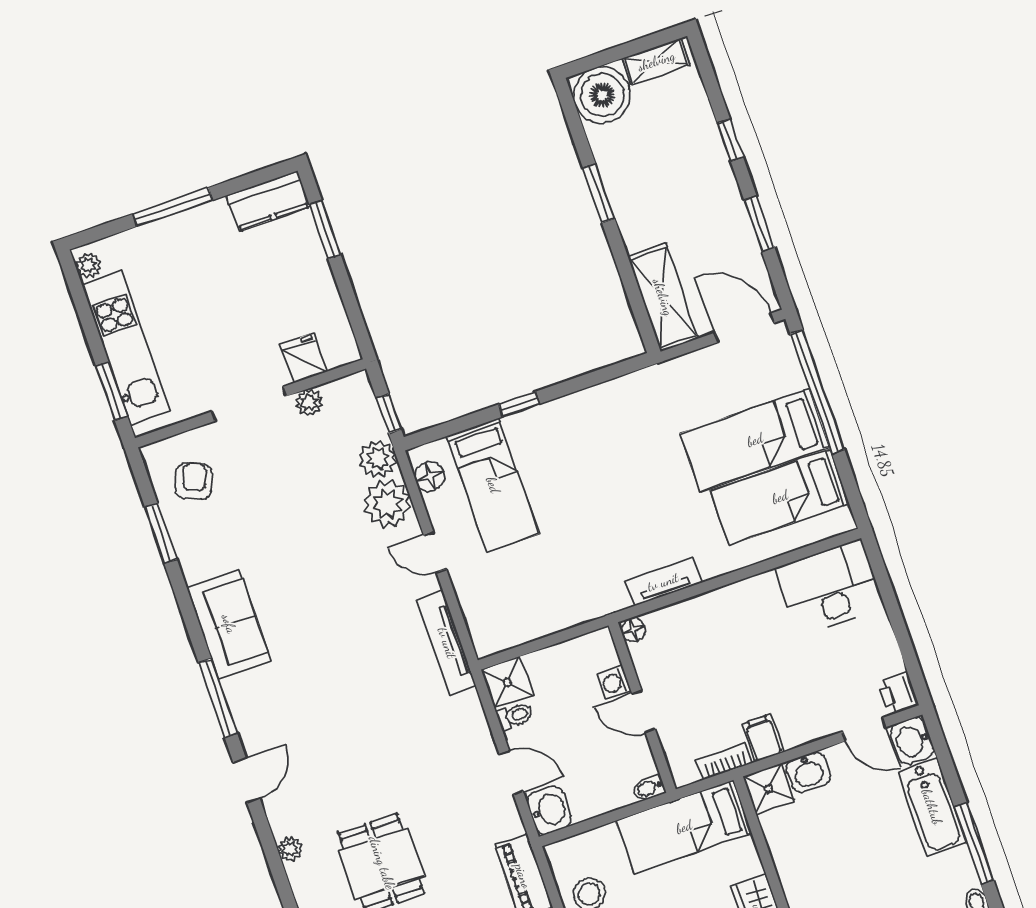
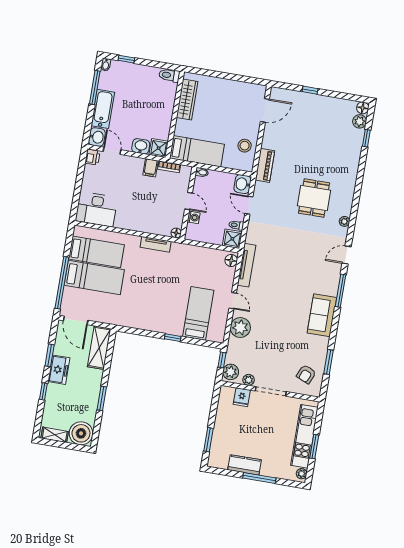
kitchen counter: (268, 201) -> (245, 465), moved
freezer: (723, 204) -> (59, 370), added
window: (112, 391) -> (314, 447), moved
plant: (378, 459) -> (231, 372), moved
floor lamp: (430, 476) -> (231, 260), moved

